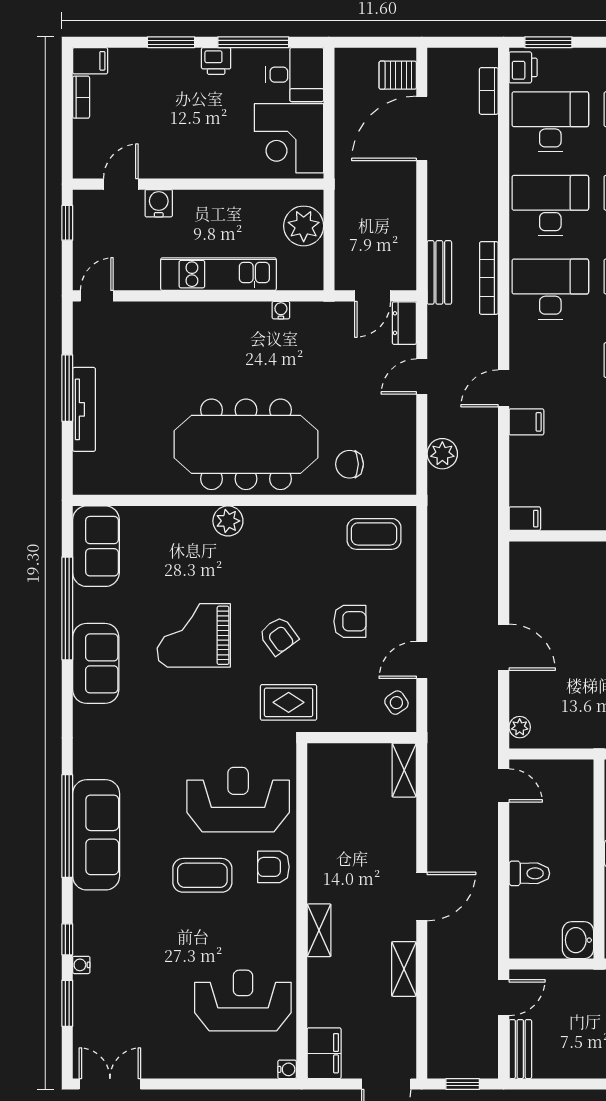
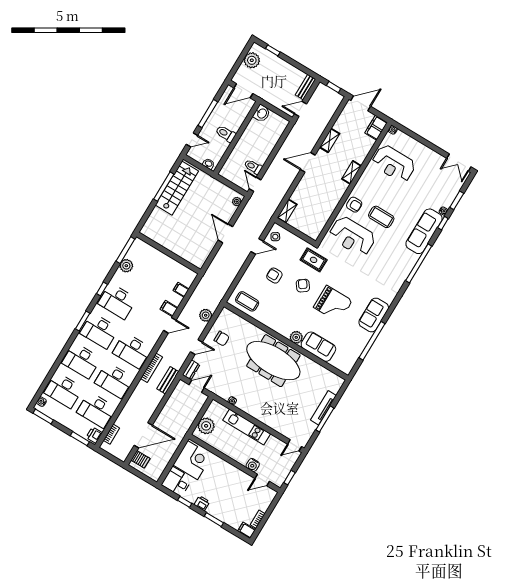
window: (253, 42) -> (185, 502), width x0.46
chair: (349, 464) -> (222, 339), moved
filing cabinet: (525, 519) -> (181, 290), moved
sofa: (96, 546) -> (318, 347), moved, turned 90
sofa: (96, 835) -> (424, 231), moved
toilet: (529, 873) -> (253, 167), moved

